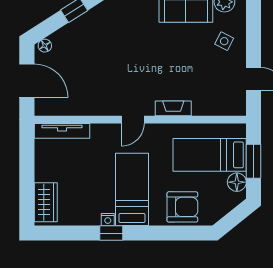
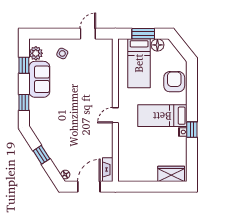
fireplace: (173, 108) -> (108, 170), moved
door: (133, 120) -> (115, 115), swing flipped
tv unit: (62, 131) -> (123, 163), removed

